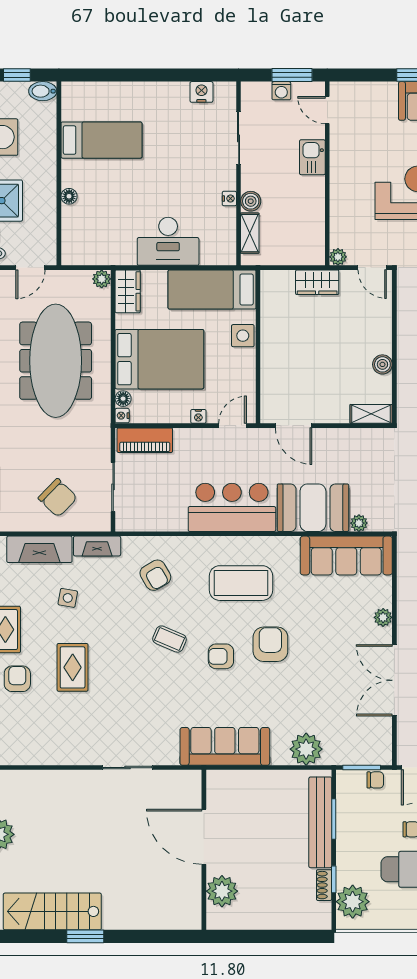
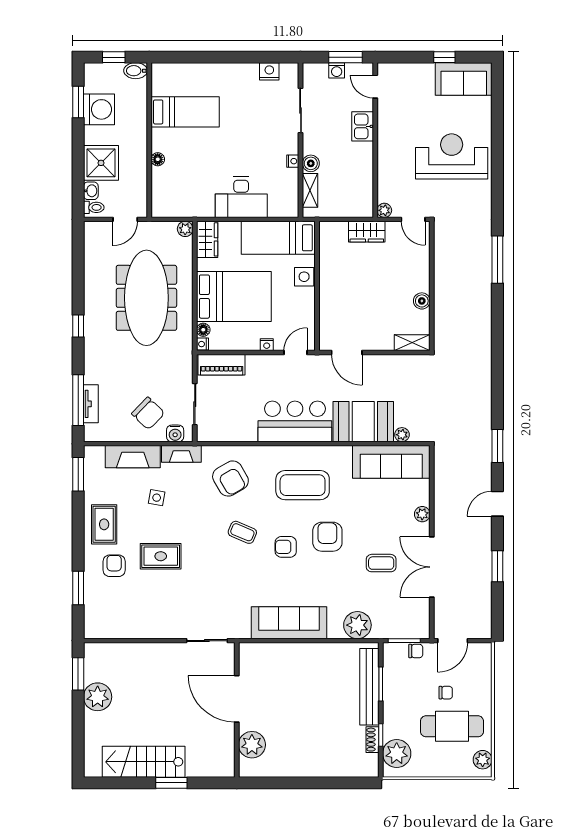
water cooler: (90, 522) -> (175, 433), added
armchair: (155, 575) -> (230, 479), width x1.38, depth x1.38
rug: (73, 667) -> (161, 556), turned 90
coffee table: (334, 676) -> (381, 563), added
door: (204, 837) -> (237, 699), moved
wall: (204, 850) -> (237, 710), moved
plant: (222, 891) -> (252, 745), moved

